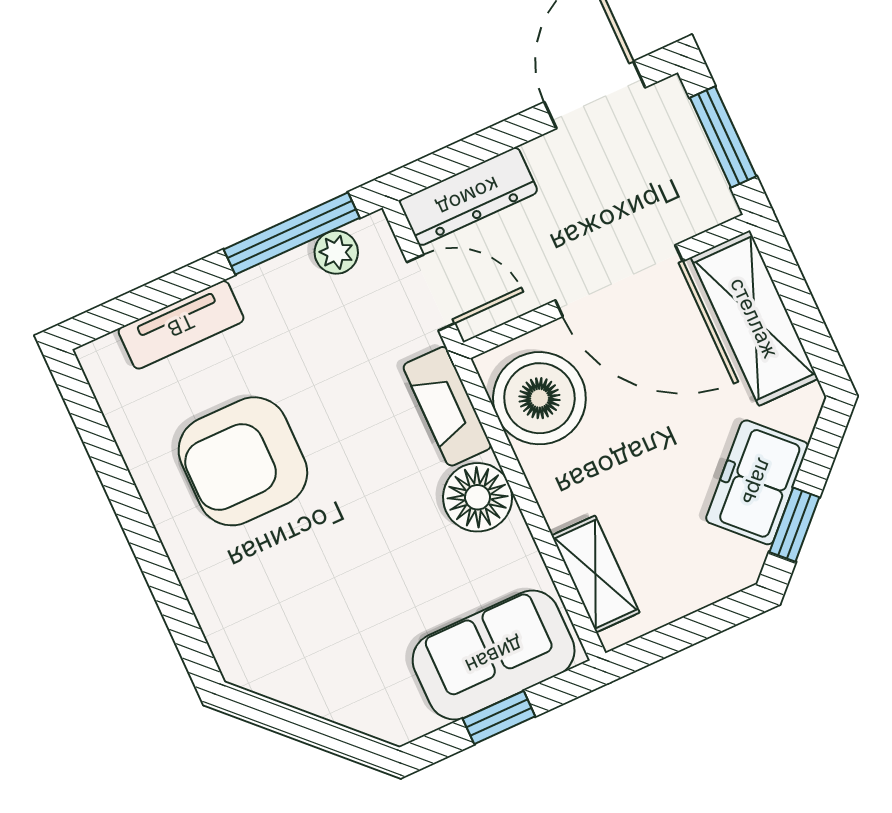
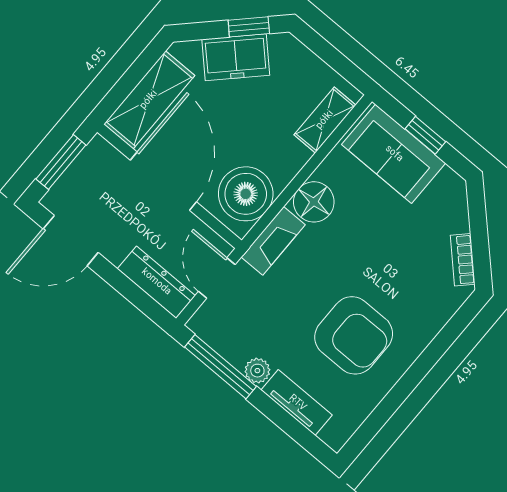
plant: (336, 252) -> (257, 371), moved
bookcase: (280, 684) -> (463, 260), added

